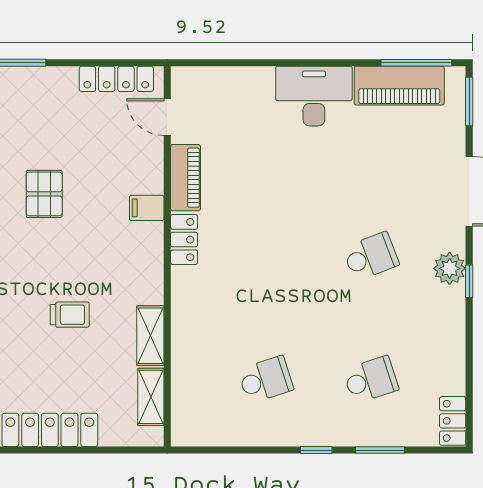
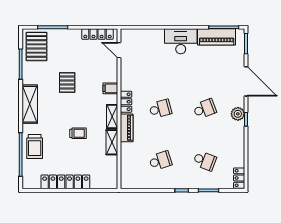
piano: (185, 178) -> (127, 128), moved
school desk: (266, 256) -> (160, 109), added
school desk: (371, 380) -> (205, 161), turned 39
shelving: (151, 397) -> (112, 116), moved

